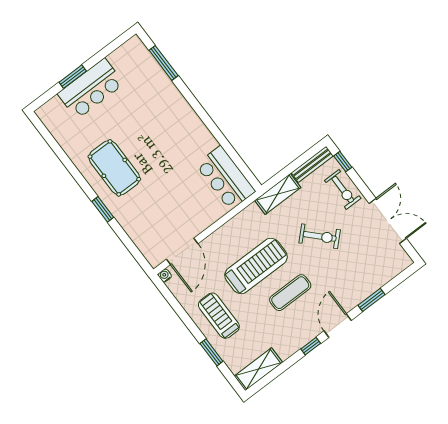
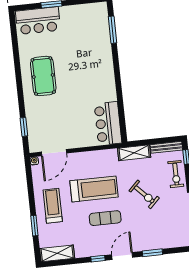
bar counter: (91, 89) -> (38, 21), moved
window: (103, 209) -> (24, 127), moved

